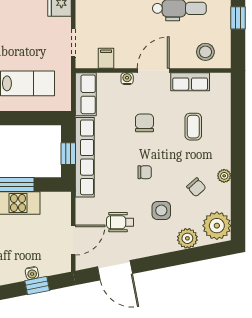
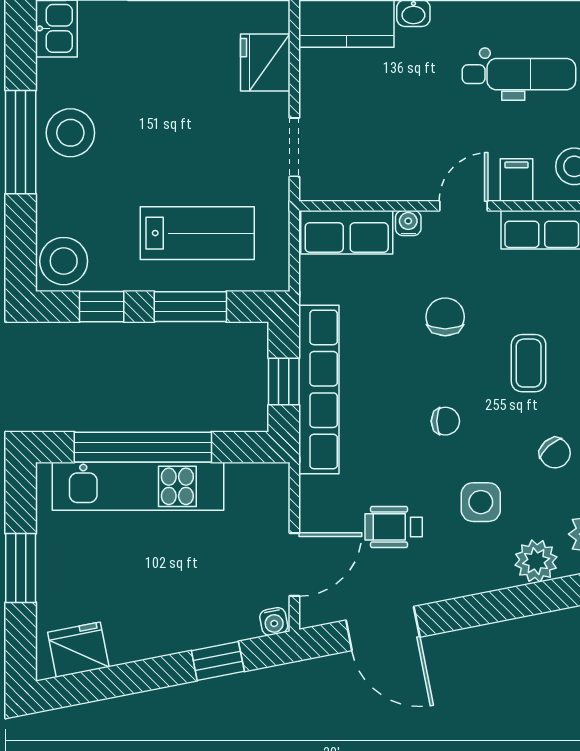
filing cabinet: (106, 58) -> (516, 180), moved
door: (153, 71) -> (464, 206), width x0.73
row of seats: (86, 94) -> (347, 232), moved, turned 90
window: (24, 118) -> (190, 307), added
coffee table: (193, 127) -> (529, 363), moved
water cooler: (32, 273) -> (274, 621), moved

